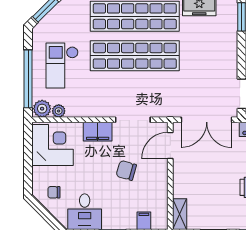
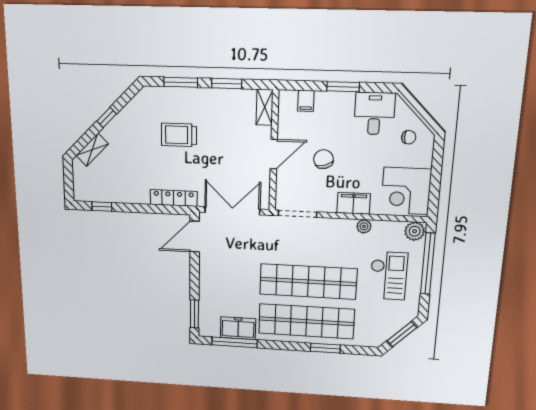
plant: (59, 111) -> (364, 226), moved
doorway: (133, 120) -> (298, 214), moved
door: (170, 145) -> (274, 154), moved
chair: (126, 170) -> (323, 159), turned -122

